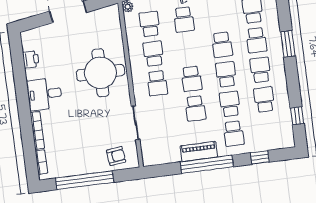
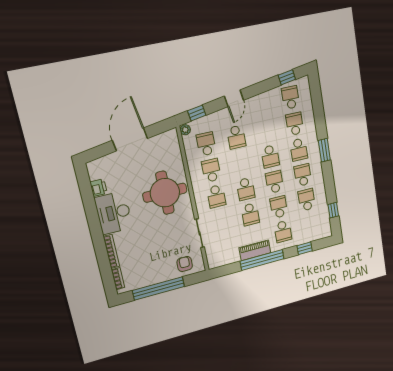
desk: (45, 94) -> (114, 213), width x1.37
armchair: (116, 156) -> (185, 264), turned -83

